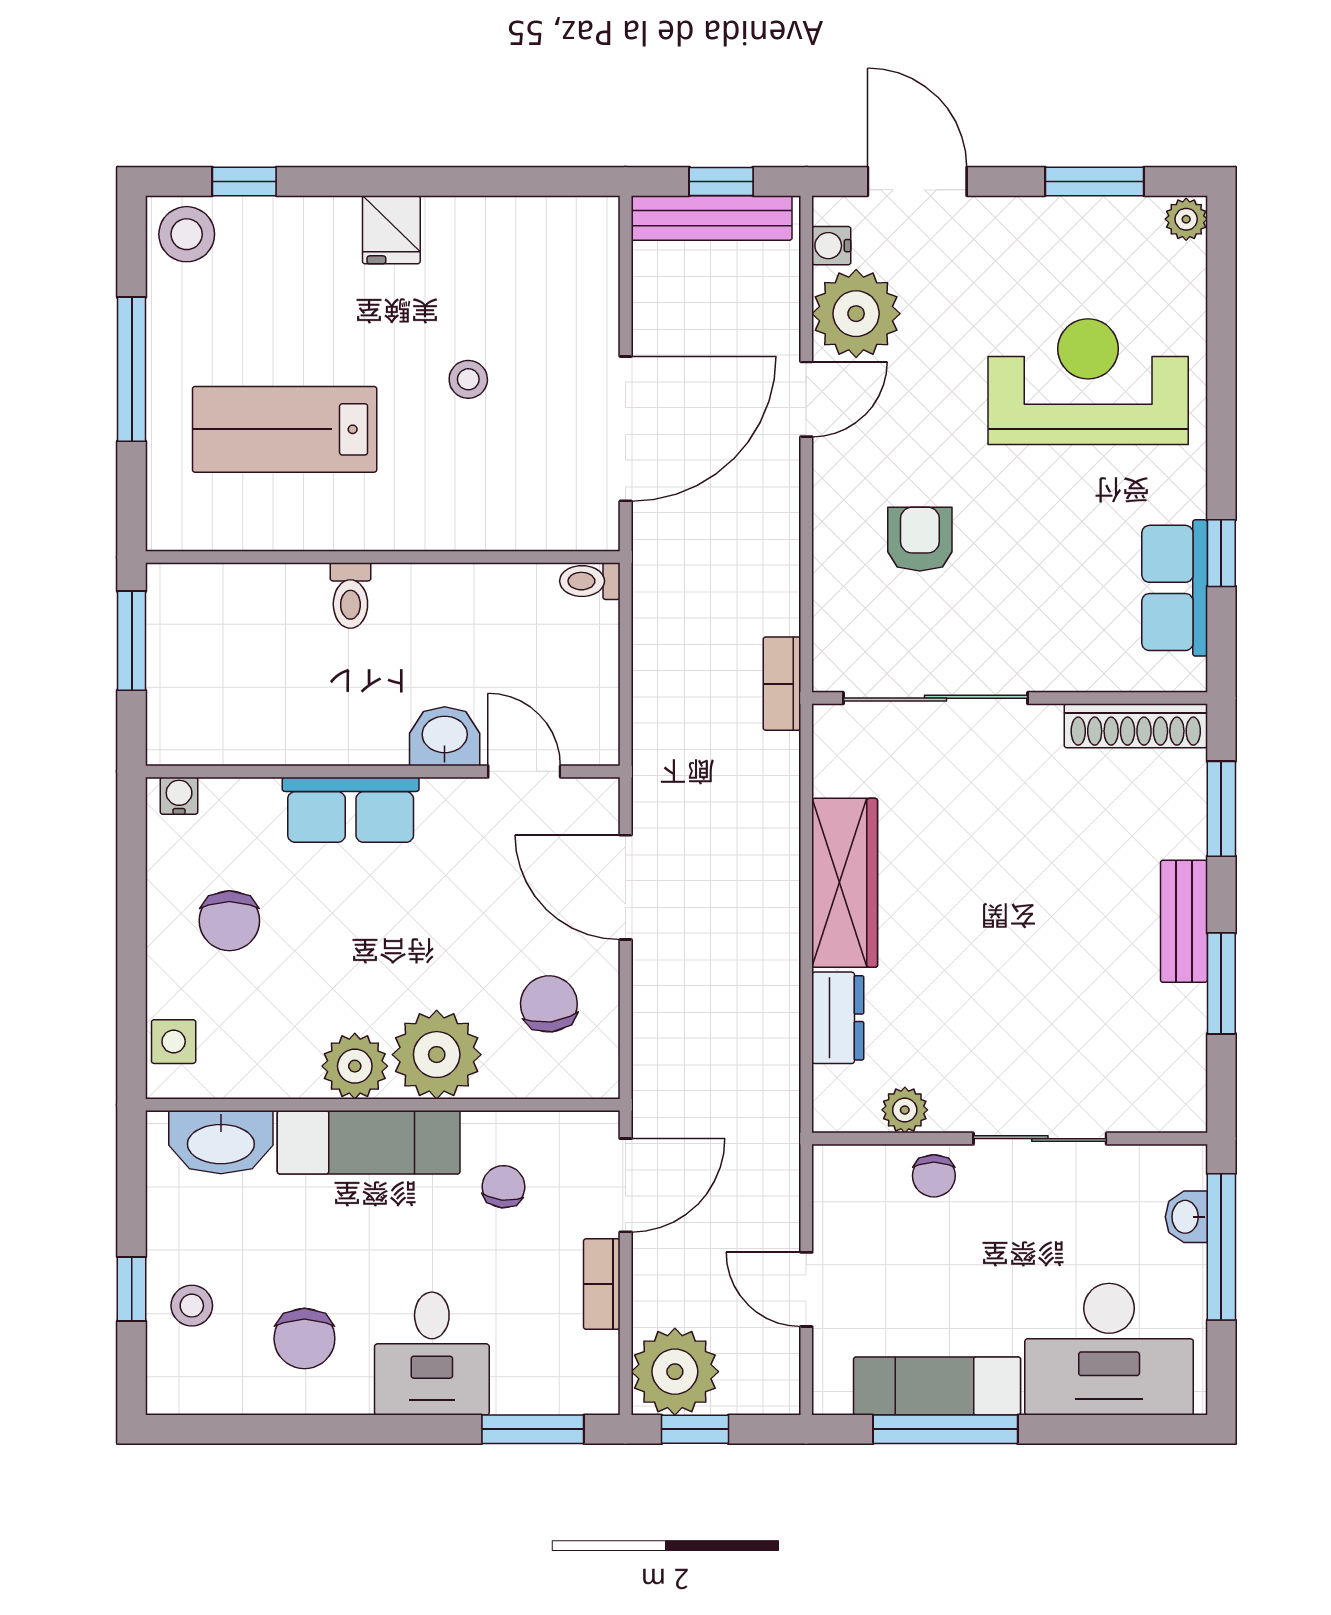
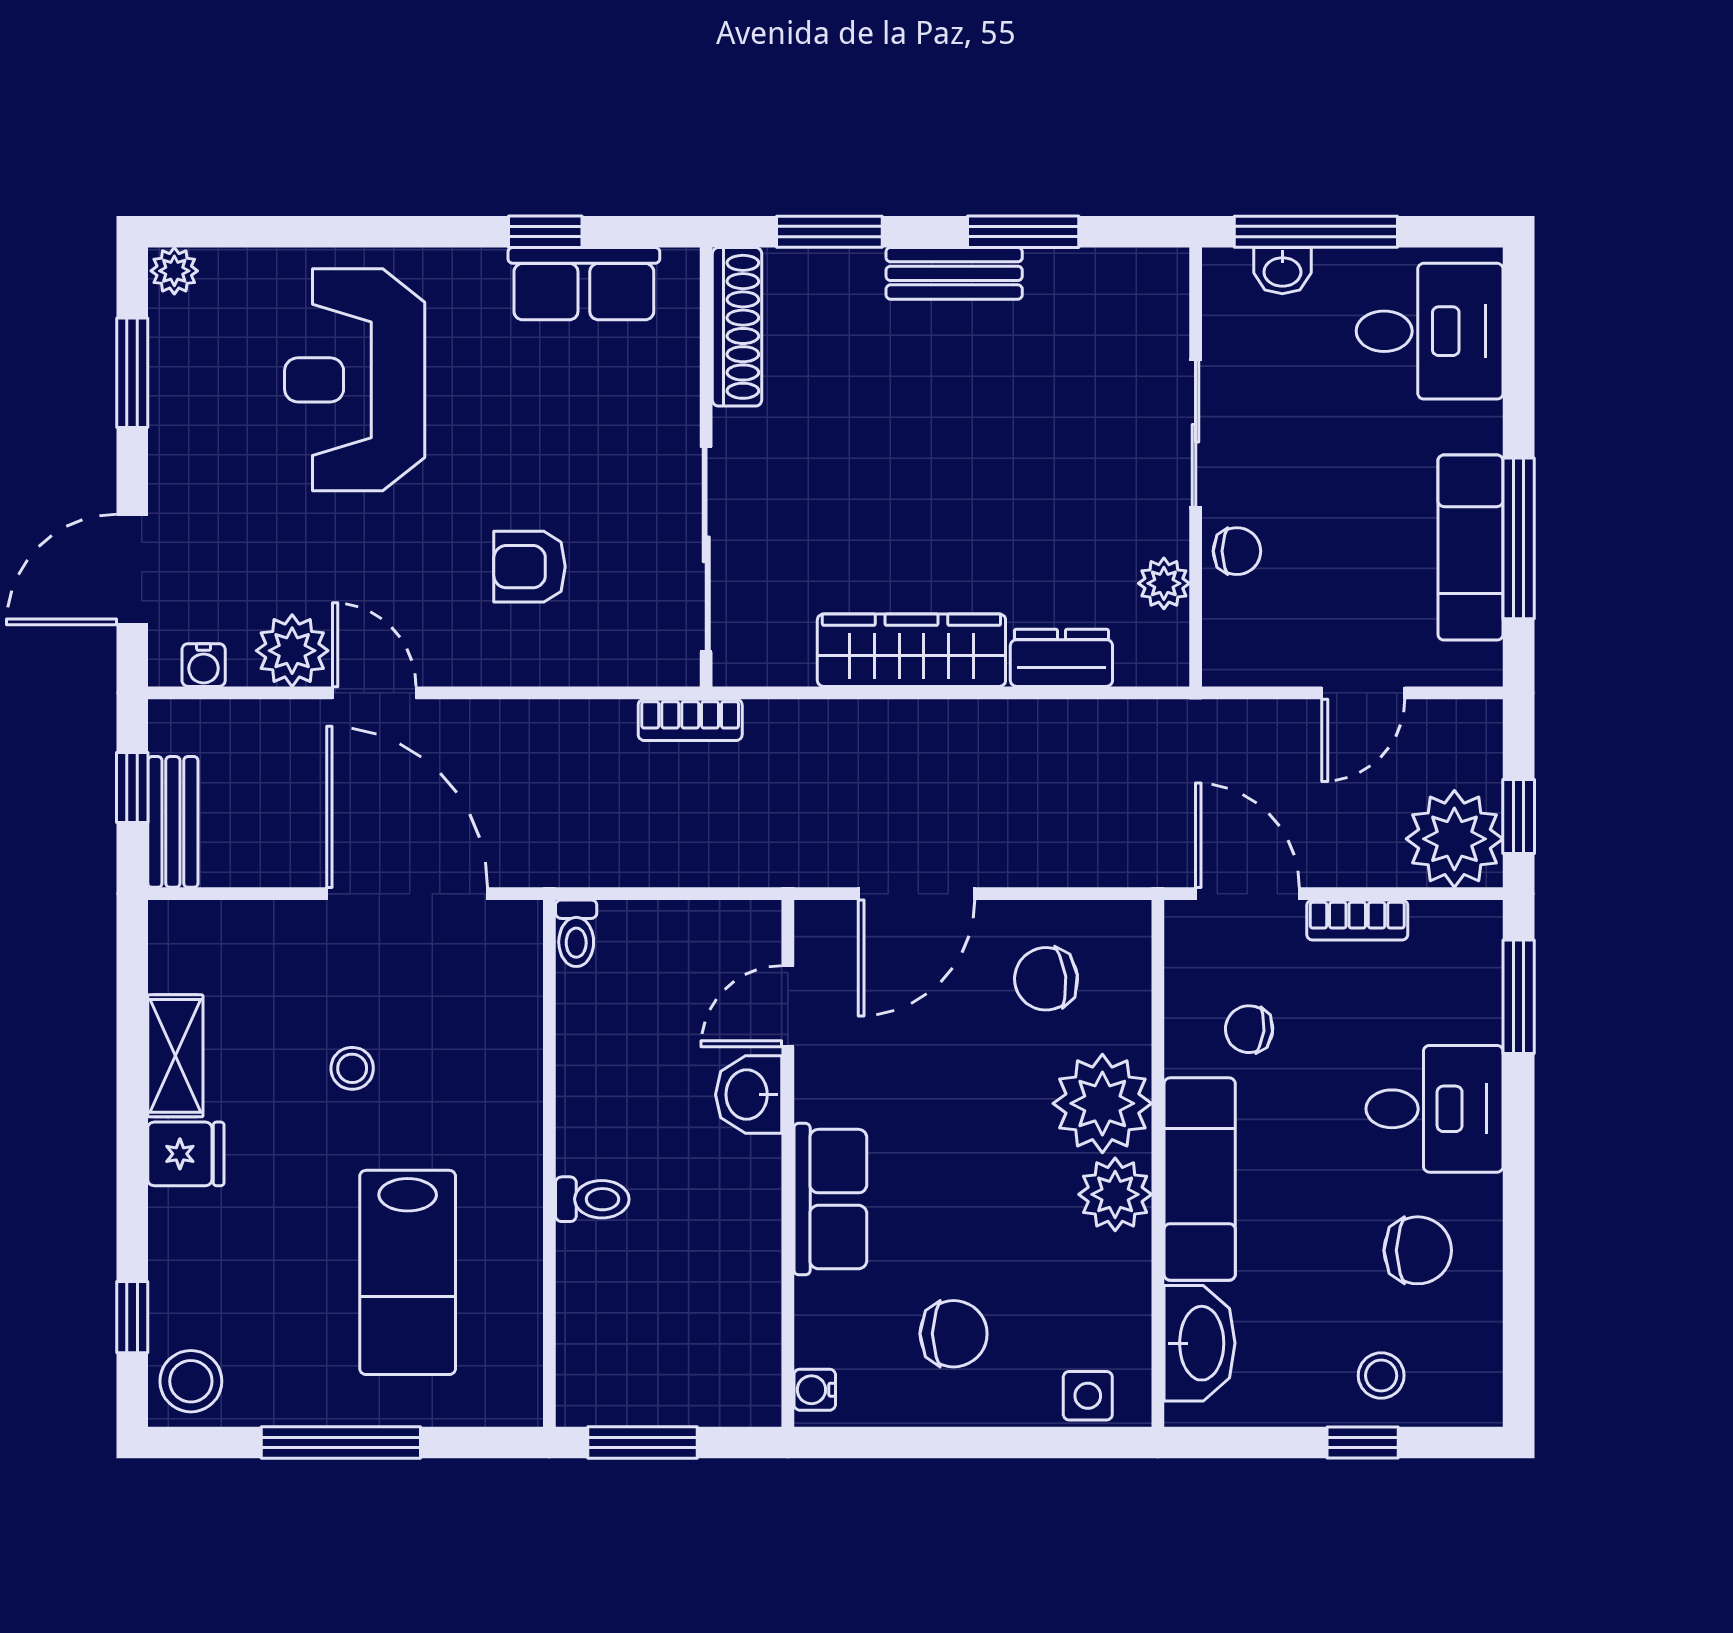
bench: (712, 218) -> (173, 822), width x0.73
shelving: (480, 220) -> (175, 1056), added
plant: (856, 314) -> (292, 651), width x0.73, depth x0.73
desk: (1109, 1349) -> (1430, 331), width x0.73

